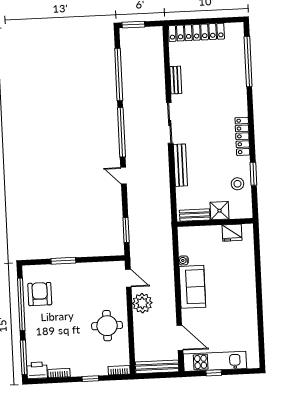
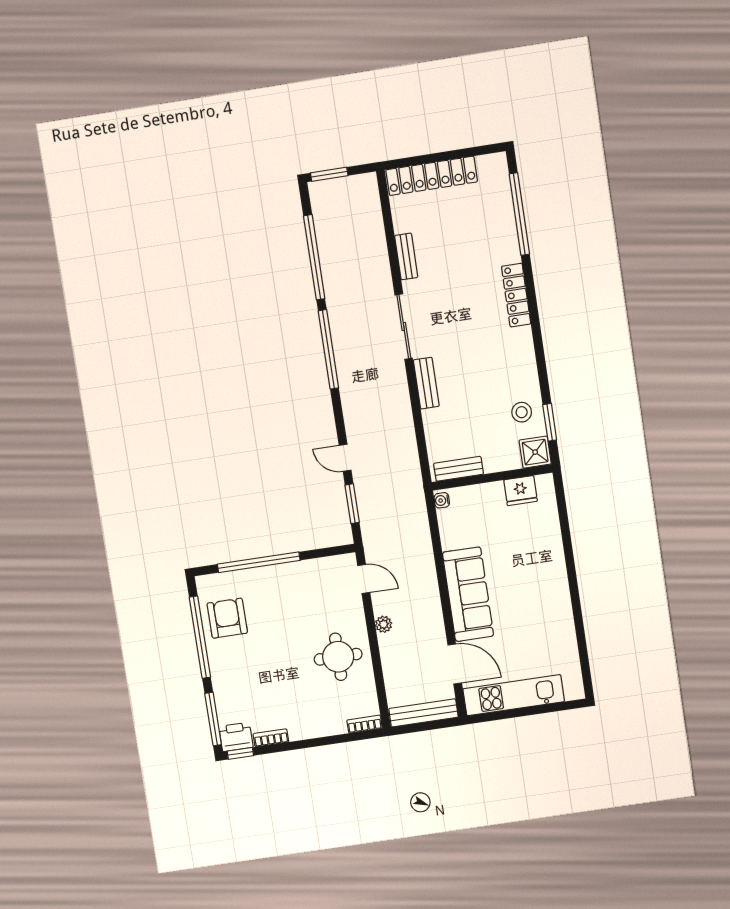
locker: (242, 136) -> (516, 295), moved
bench: (180, 165) -> (426, 383), width x0.73
window: (253, 174) -> (550, 422), moved
door: (123, 176) -> (345, 458), moved
shower: (220, 211) -> (535, 452), moved
water cooler: (184, 260) -> (442, 500), moved
window: (63, 261) -> (259, 562), width x2.11
sofa: (192, 287) -> (468, 594), width x1.36
plant: (142, 303) -> (384, 624), width x0.53, depth x0.53
window: (214, 373) -> (514, 713), removed
window: (90, 379) -> (240, 753), moved

